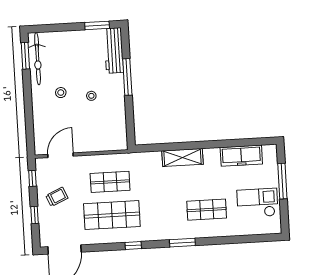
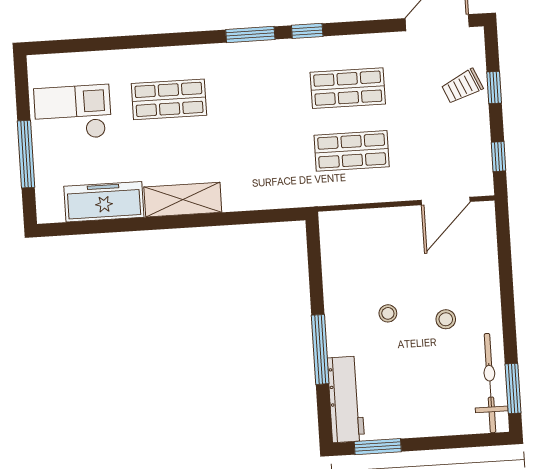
shelving: (182, 158) -> (183, 200), moved
trolley: (57, 197) -> (462, 86), moved
checkout: (257, 203) -> (73, 113), turned 180
shop shelf: (112, 215) -> (348, 88), width x0.70, depth x0.74
window: (182, 243) -> (250, 34), moved

